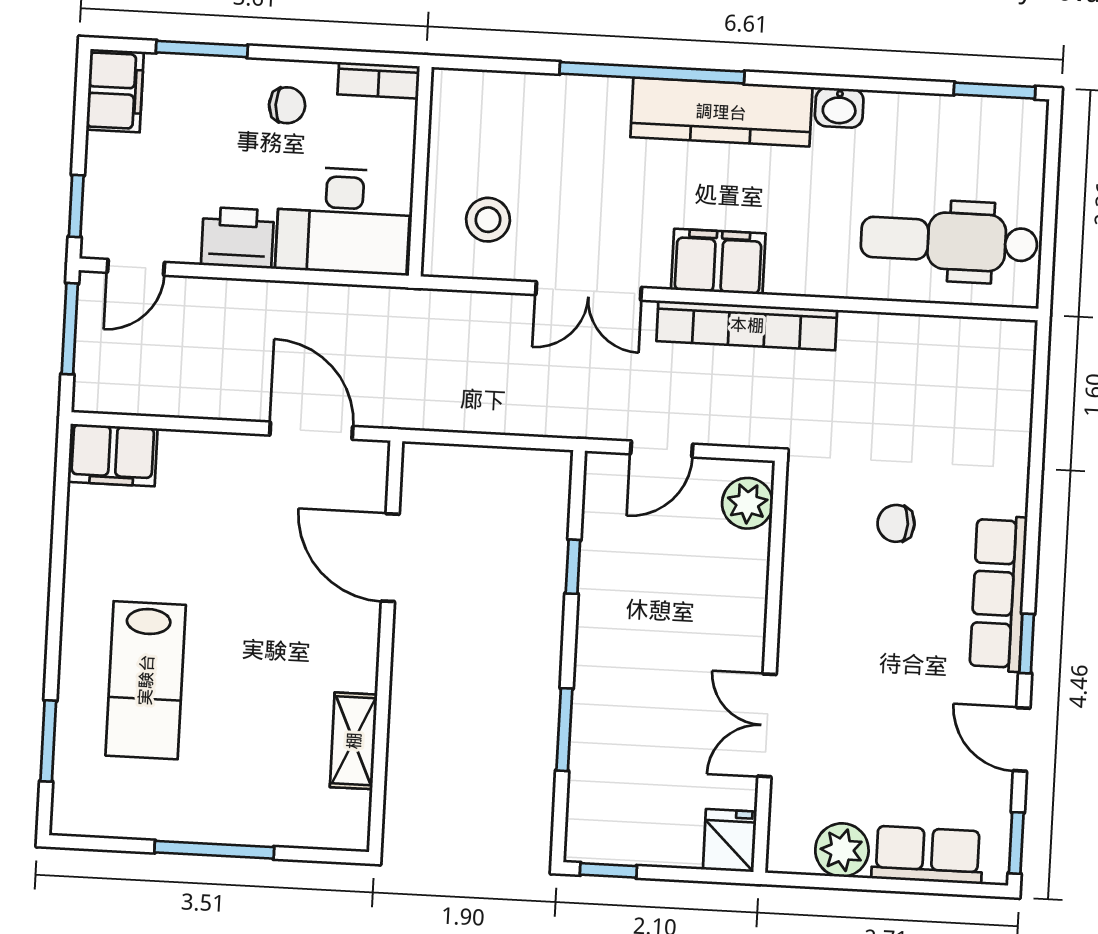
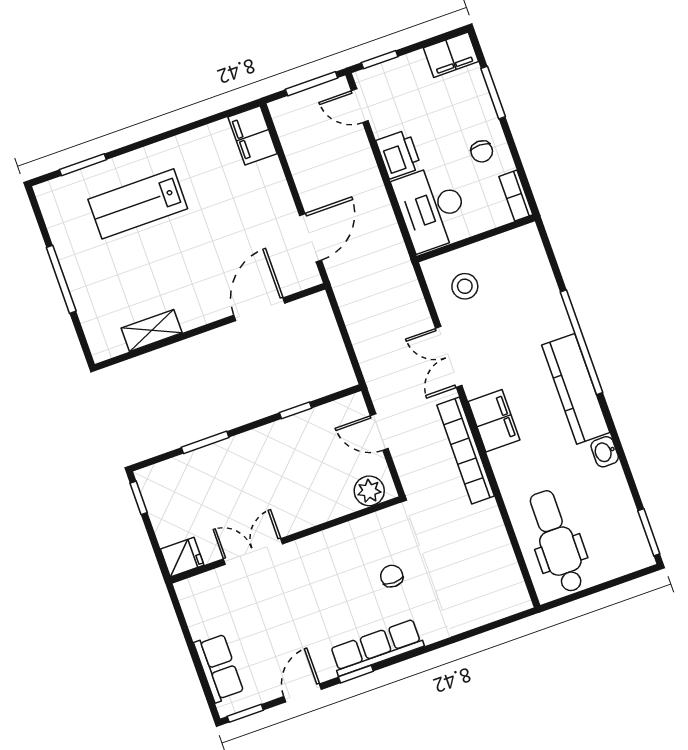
plant: (842, 850) -> (202, 620), removed

